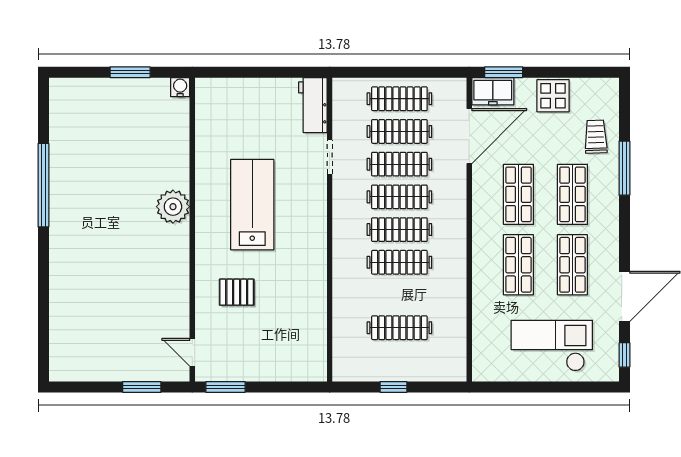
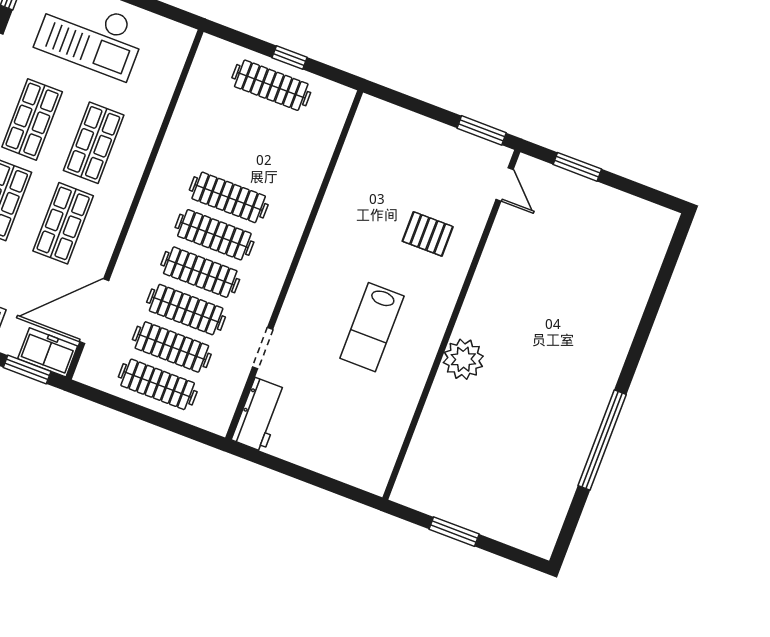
water cooler: (180, 87) -> (403, 493), removed
lab bench: (252, 205) -> (372, 327), width x0.73, depth x0.72
clothes rail: (399, 328) -> (271, 85), moved

